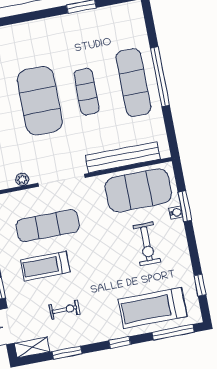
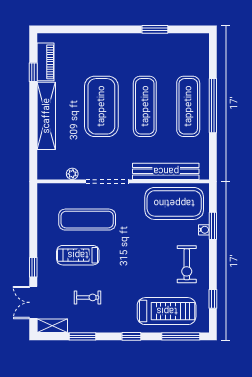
exercise mat: (87, 92) -> (145, 106), width x1.36, depth x1.45
exercise bike: (147, 244) -> (187, 264), moved
treadmill: (153, 308) -> (167, 311), turned 180

